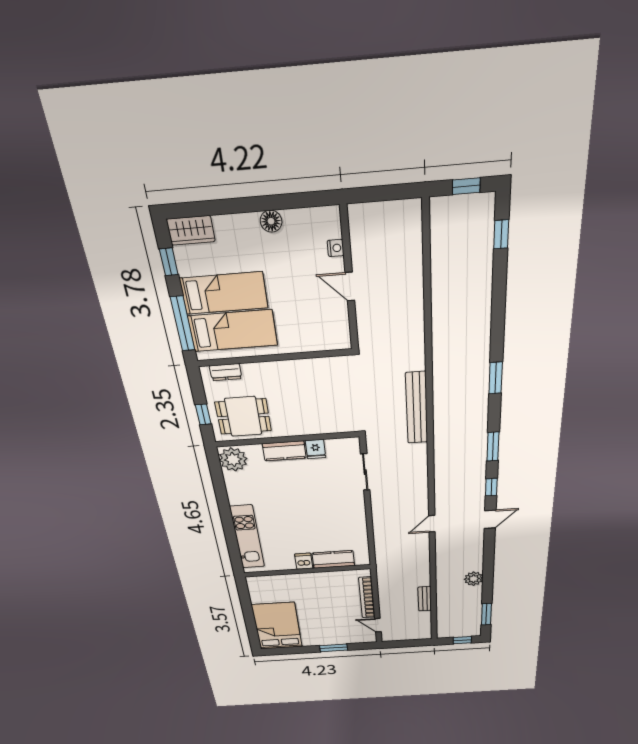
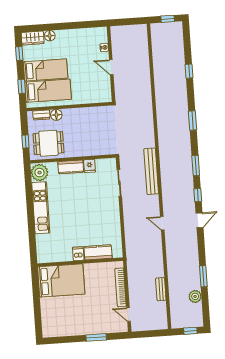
floor lamp: (271, 221) -> (50, 36), moved
window: (501, 234) -> (189, 71), moved
window: (183, 324) -> (22, 86), width x0.46
floor lamp: (252, 372) -> (56, 115), added
bench: (417, 408) -> (151, 171), moved
door: (432, 524) -> (162, 223), hinge flipped
kitchen unit: (247, 537) -> (41, 208), moved
plant: (474, 579) -> (195, 296), moved
window: (486, 614) -> (203, 276), moved
bed: (277, 626) -> (61, 280), moved, turned 90

